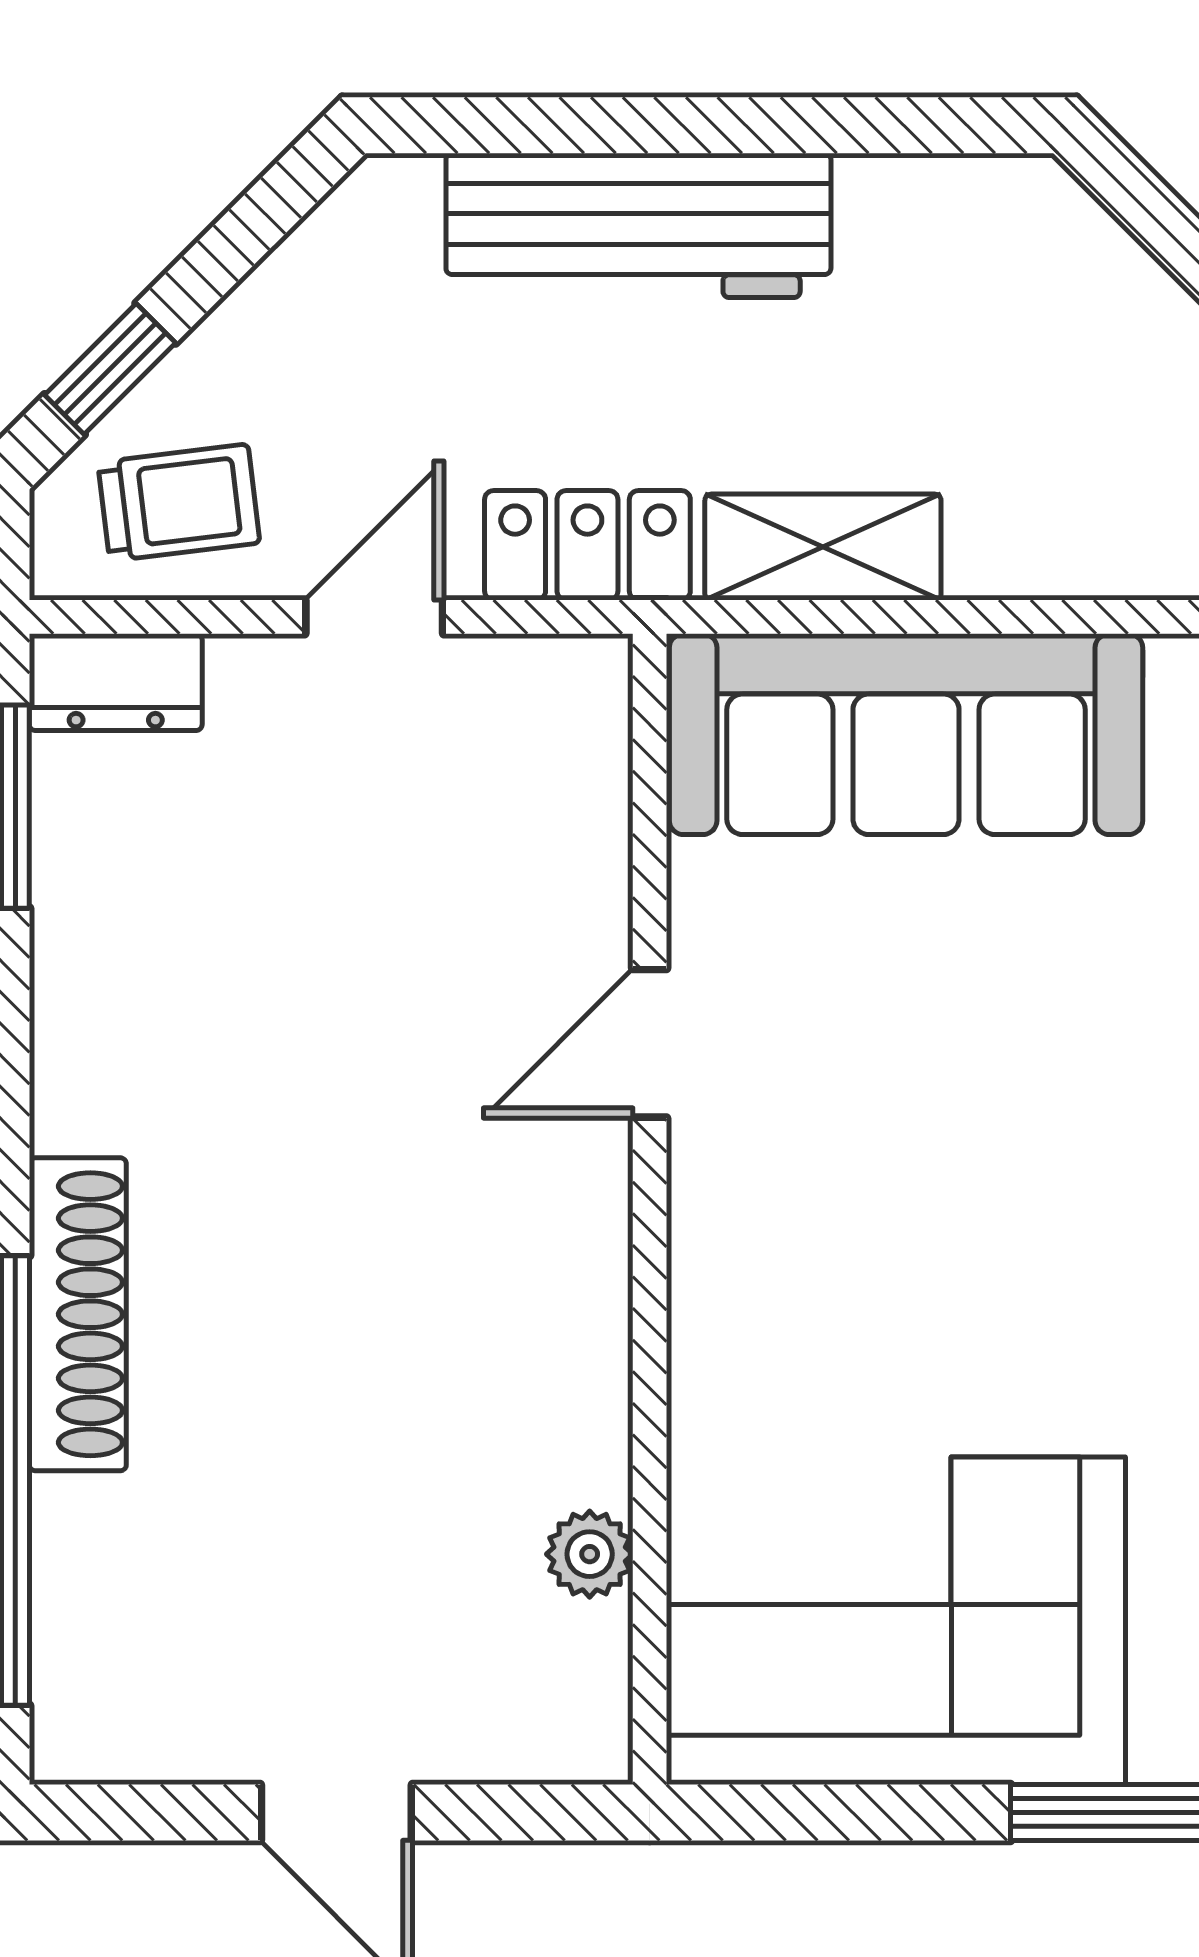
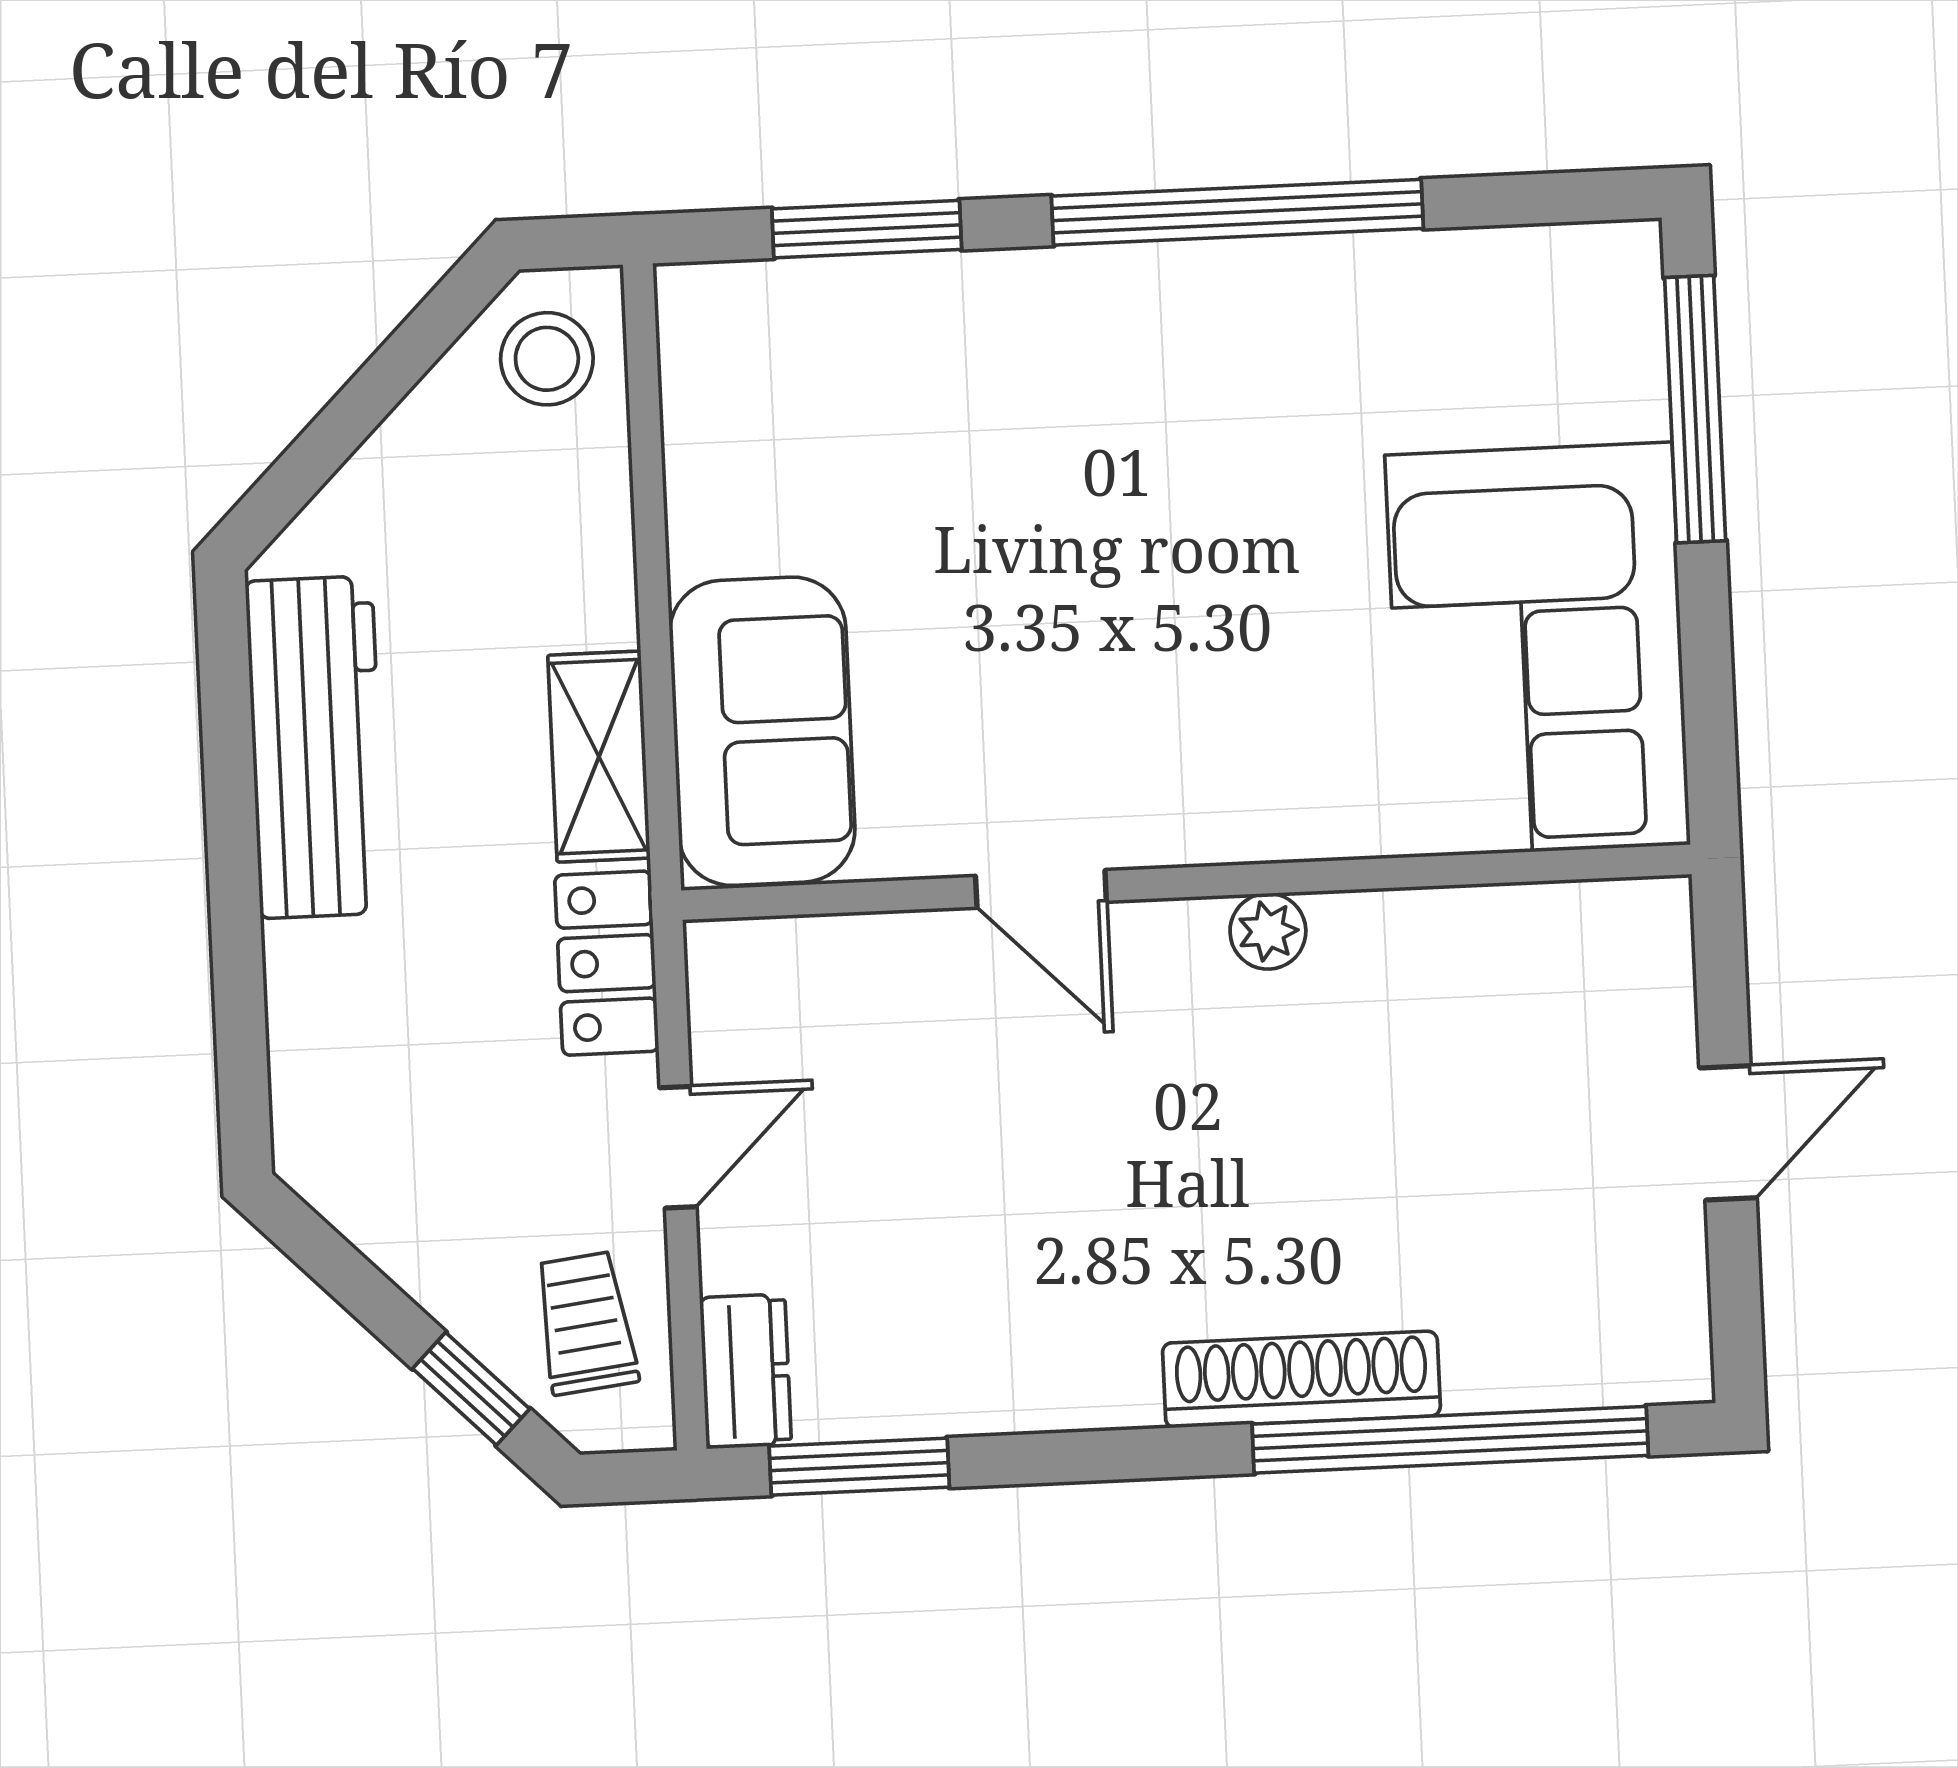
workbench: (638, 225) -> (316, 747), moved
door: (374, 617) -> (678, 1147), swing flipped
sofa: (906, 734) -> (762, 731), width x0.73
plant: (590, 1554) -> (1268, 931), moved

